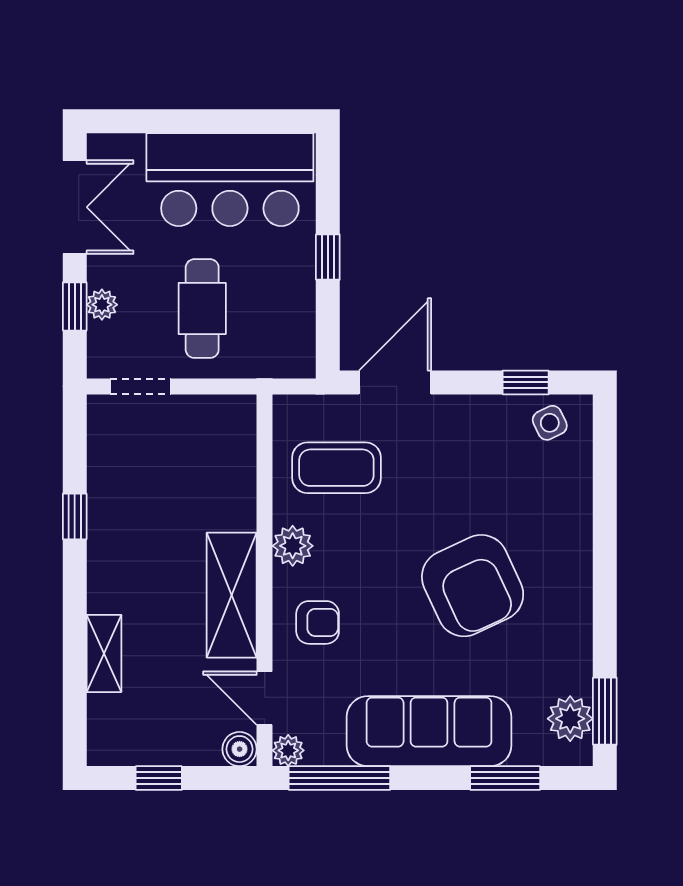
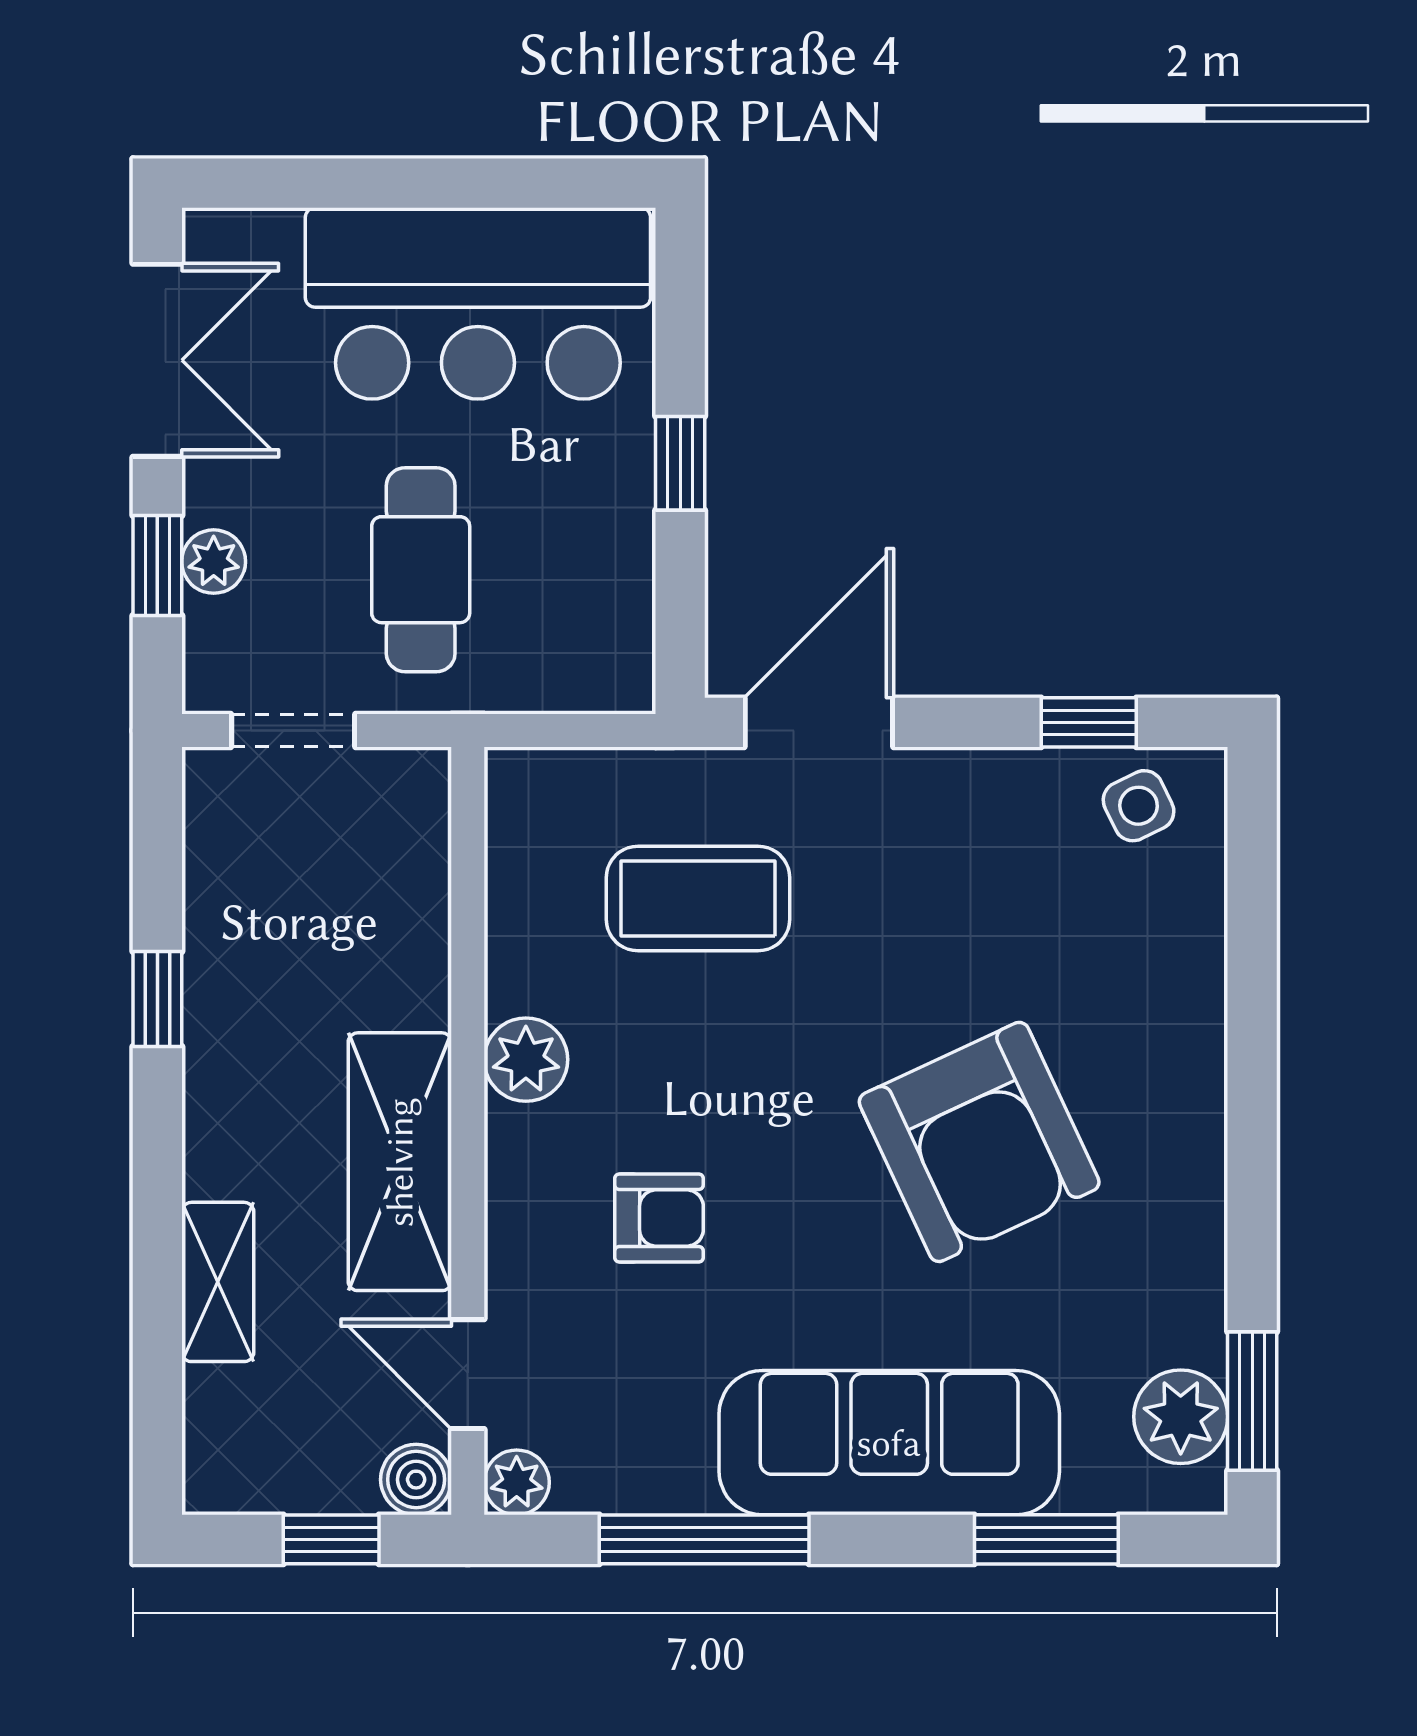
plant: (293, 546) -> (526, 1060), moved
wall: (265, 580) -> (468, 1131), moved
shelving: (232, 595) -> (400, 1162), moved
door: (265, 698) -> (468, 1374), moved
boiler: (240, 749) -> (416, 1480), moved
plant: (288, 750) -> (517, 1482), moved

